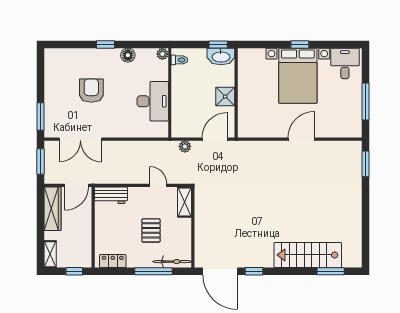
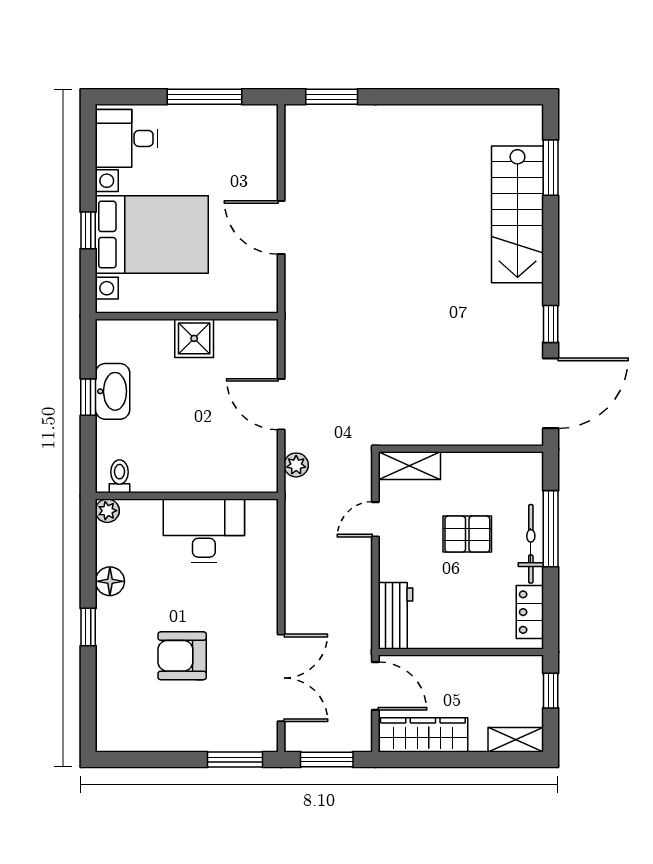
wall: (236, 93) -> (187, 316), moved
shower: (225, 97) -> (194, 338), moved
bicycle: (172, 262) -> (531, 544), moved

